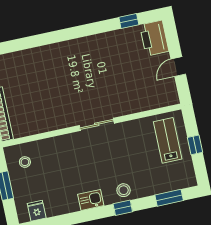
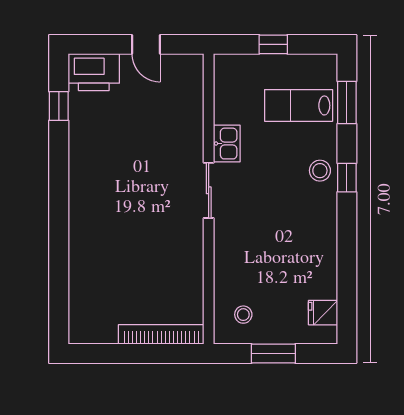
lab bench: (168, 140) -> (299, 105), moved
kitchen sink: (91, 200) -> (227, 144), moved, turned 180

